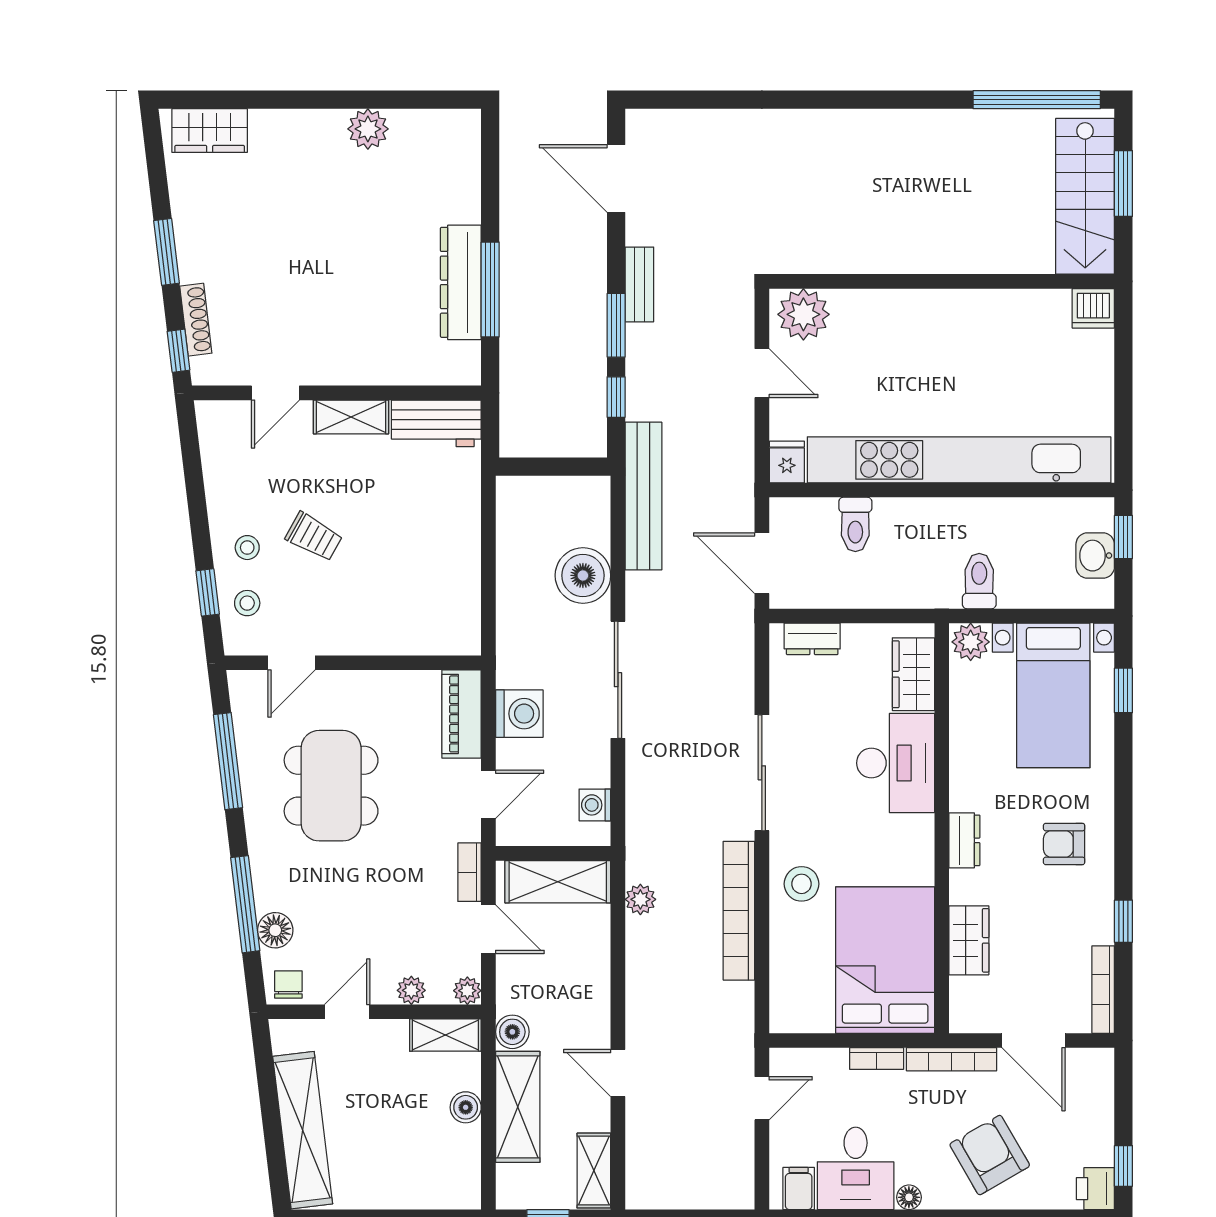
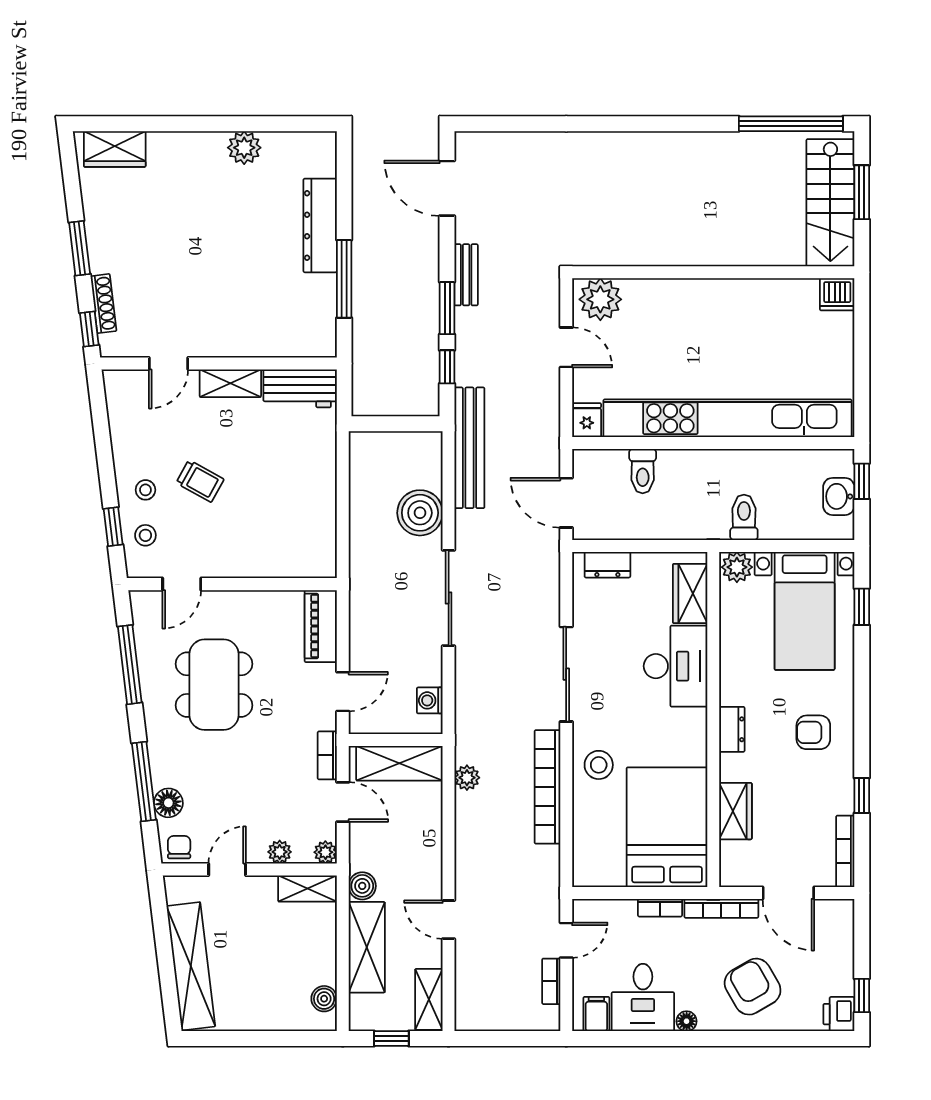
dresser: (461, 282) -> (320, 225), moved
washing machine: (519, 714) -> (368, 626), removed
boiler: (466, 1107) -> (324, 999), moved
bookcase: (743, 1148) -> (551, 981), added

